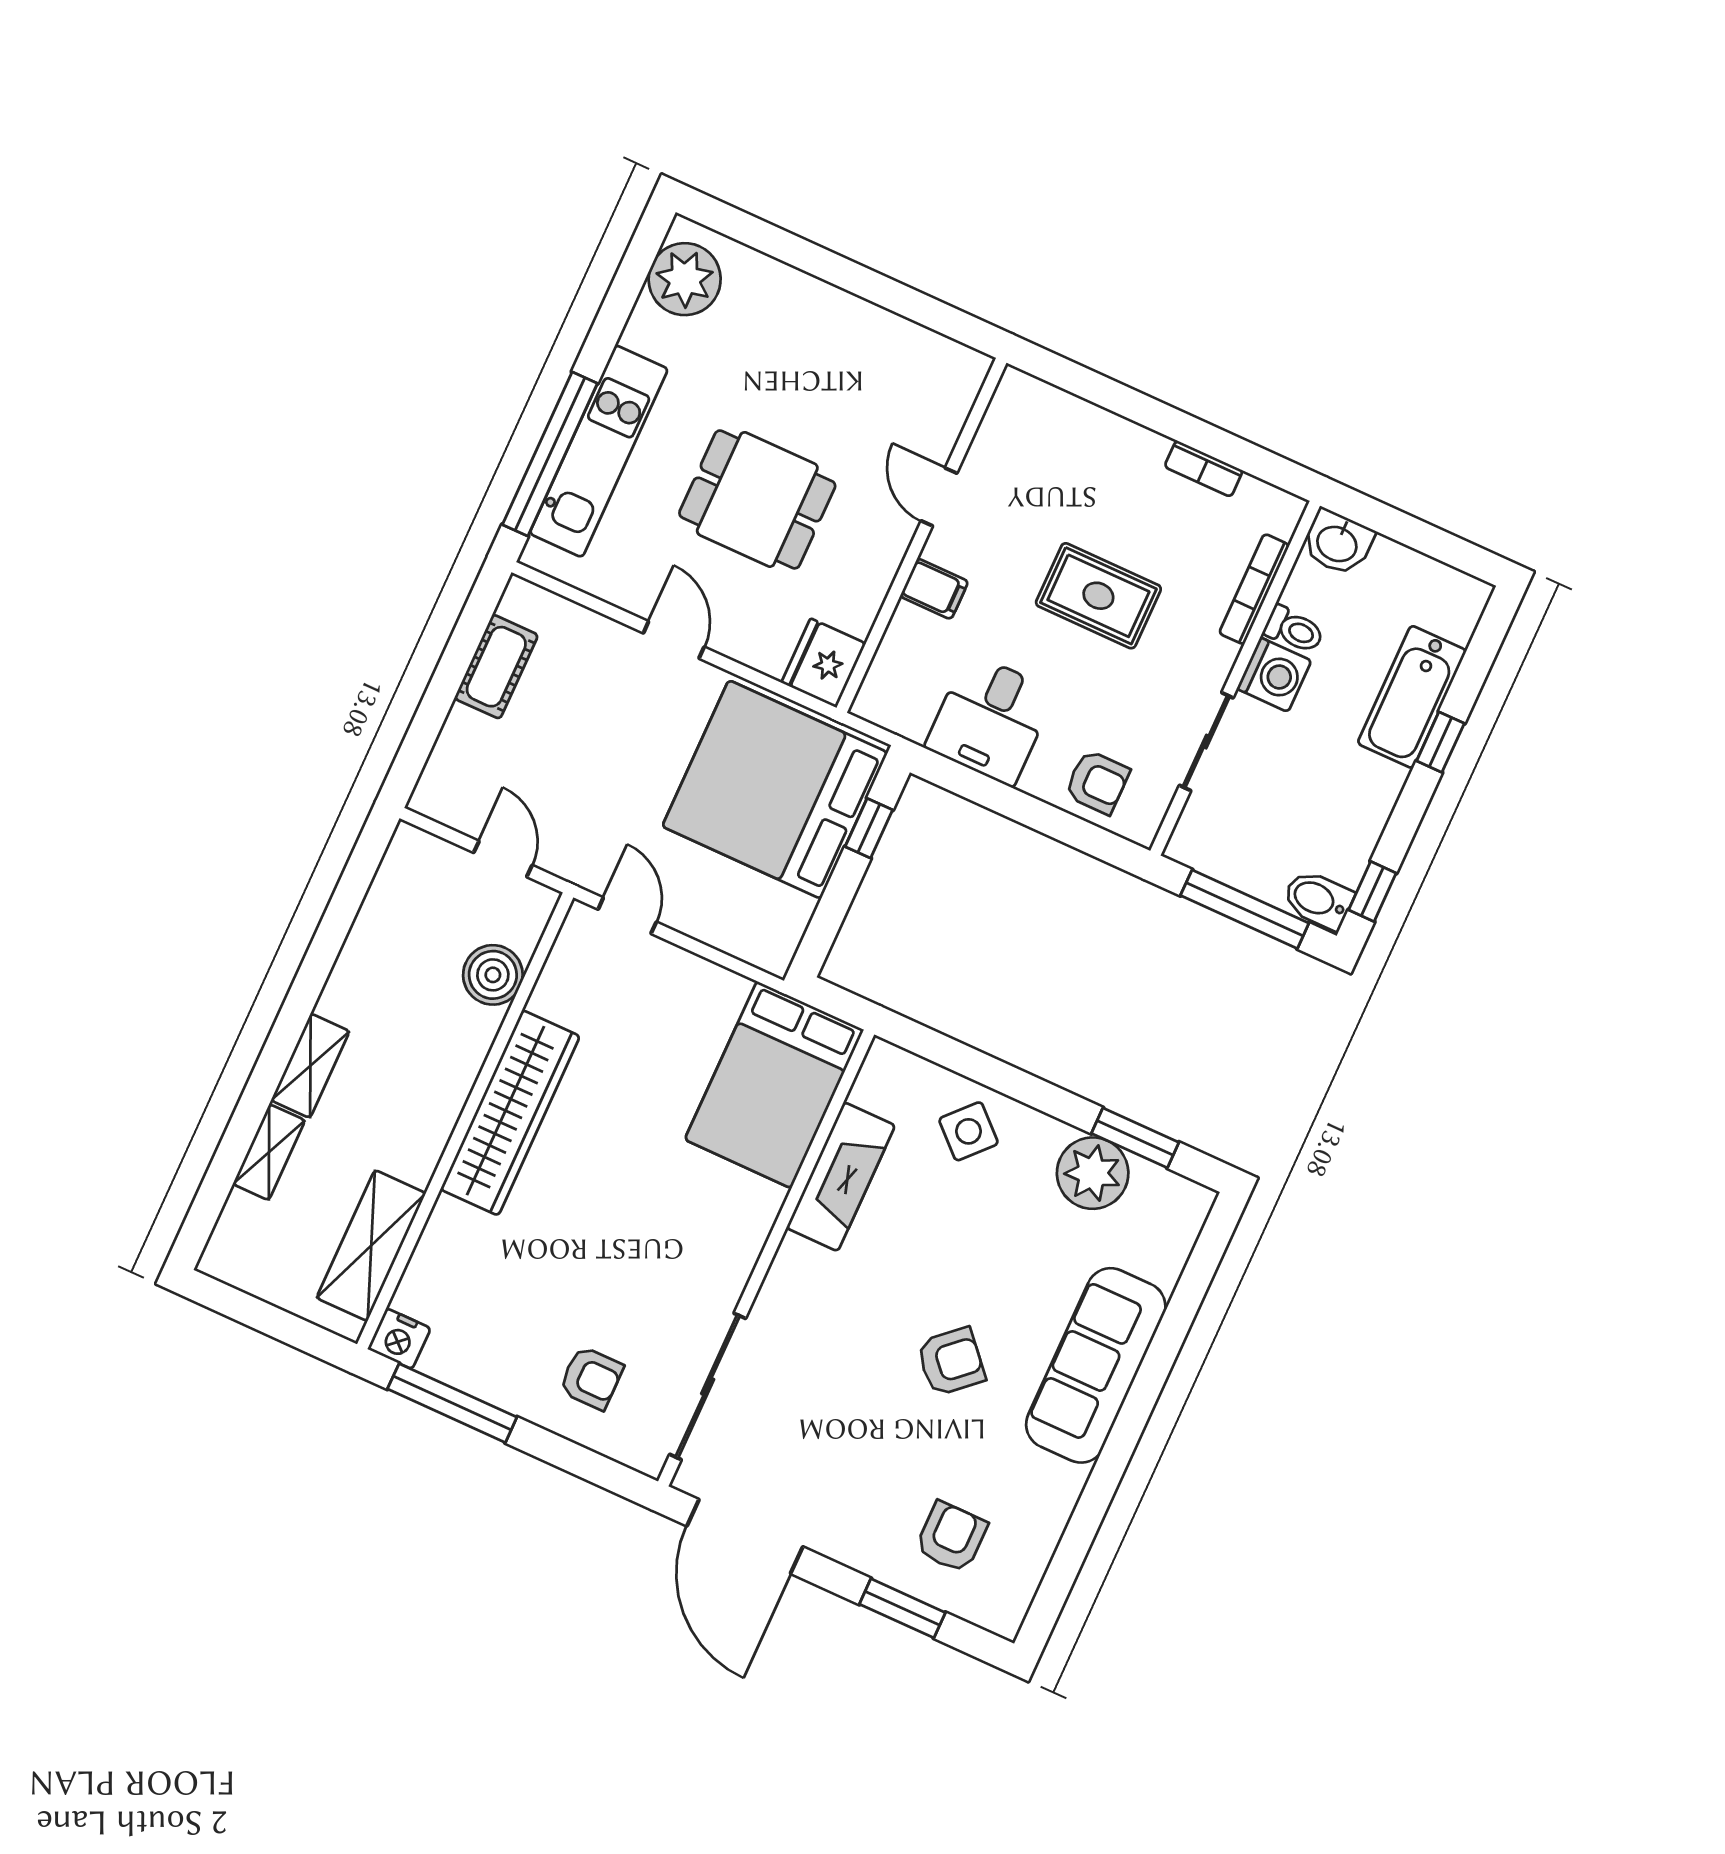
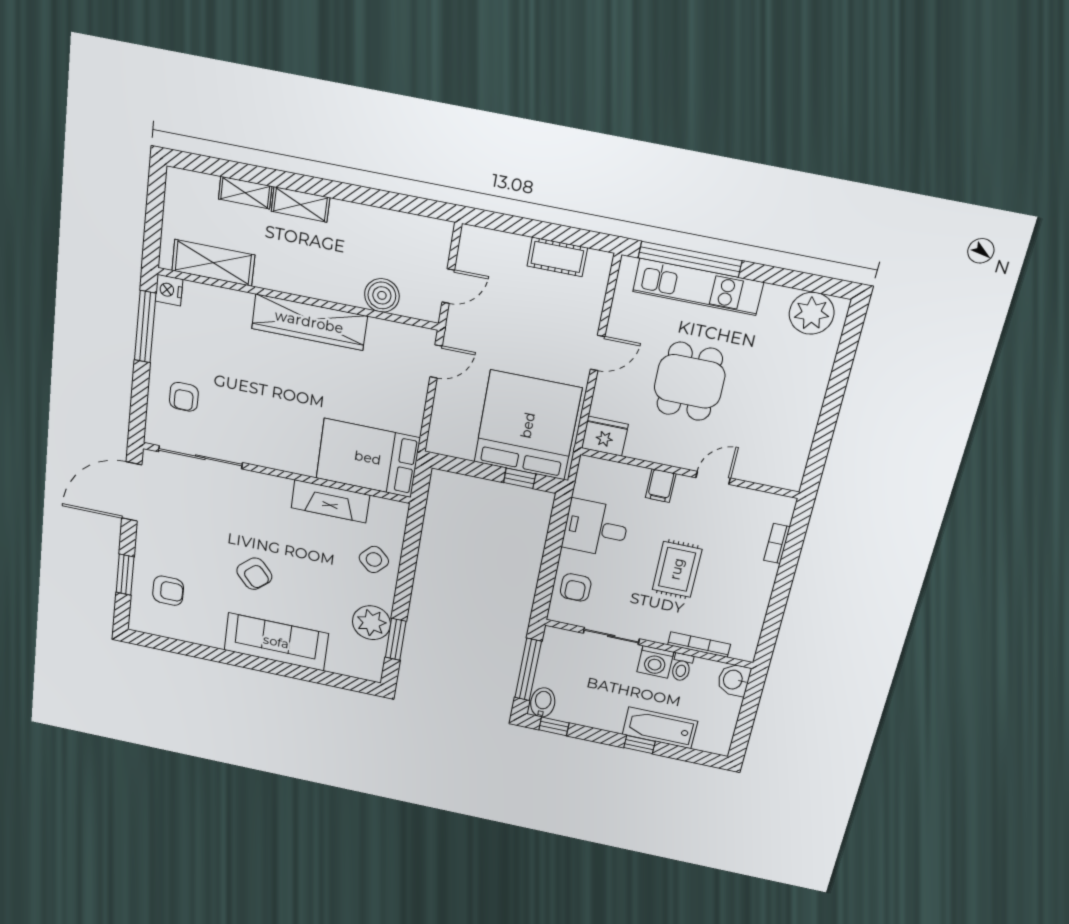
bookcase: (1204, 469) -> (777, 544), moved

